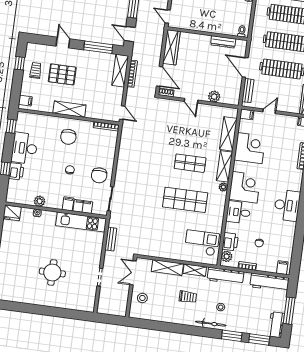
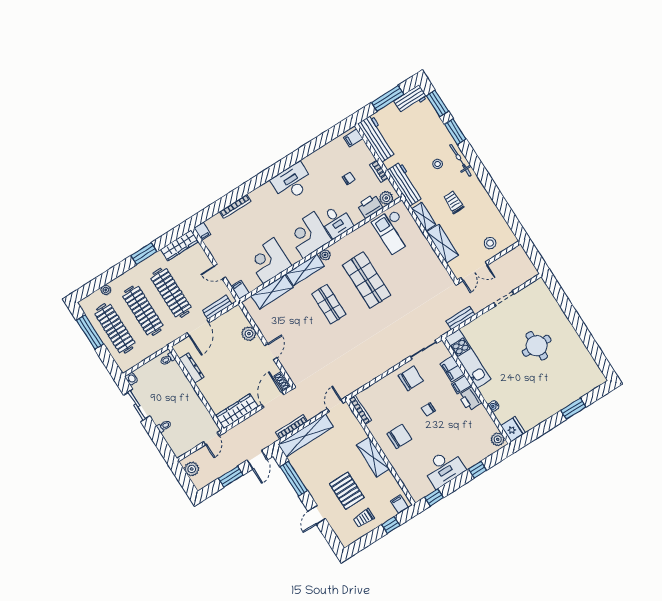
window: (20, 63) -> (391, 525), moved
shelving: (120, 71) -> (306, 436), width x1.47
printer: (16, 171) -> (470, 399), moved, turned -90
plant: (40, 201) -> (498, 439), moved

